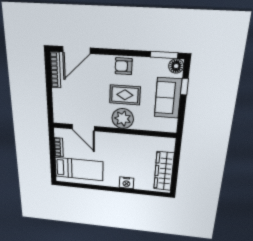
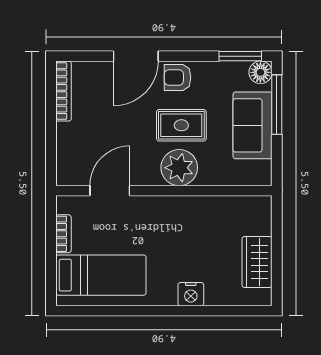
door: (76, 50) -> (136, 56), moved
window: (184, 87) -> (277, 105), width x2.17
door: (83, 128) -> (110, 191), swing flipped
wardrobe: (164, 171) -> (257, 262), width x0.67

